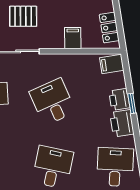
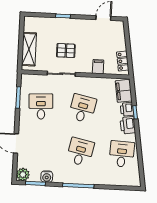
filing cabinet: (112, 64) -> (124, 91), width x2.00
desk: (53, 102) -> (82, 108), turned 36

